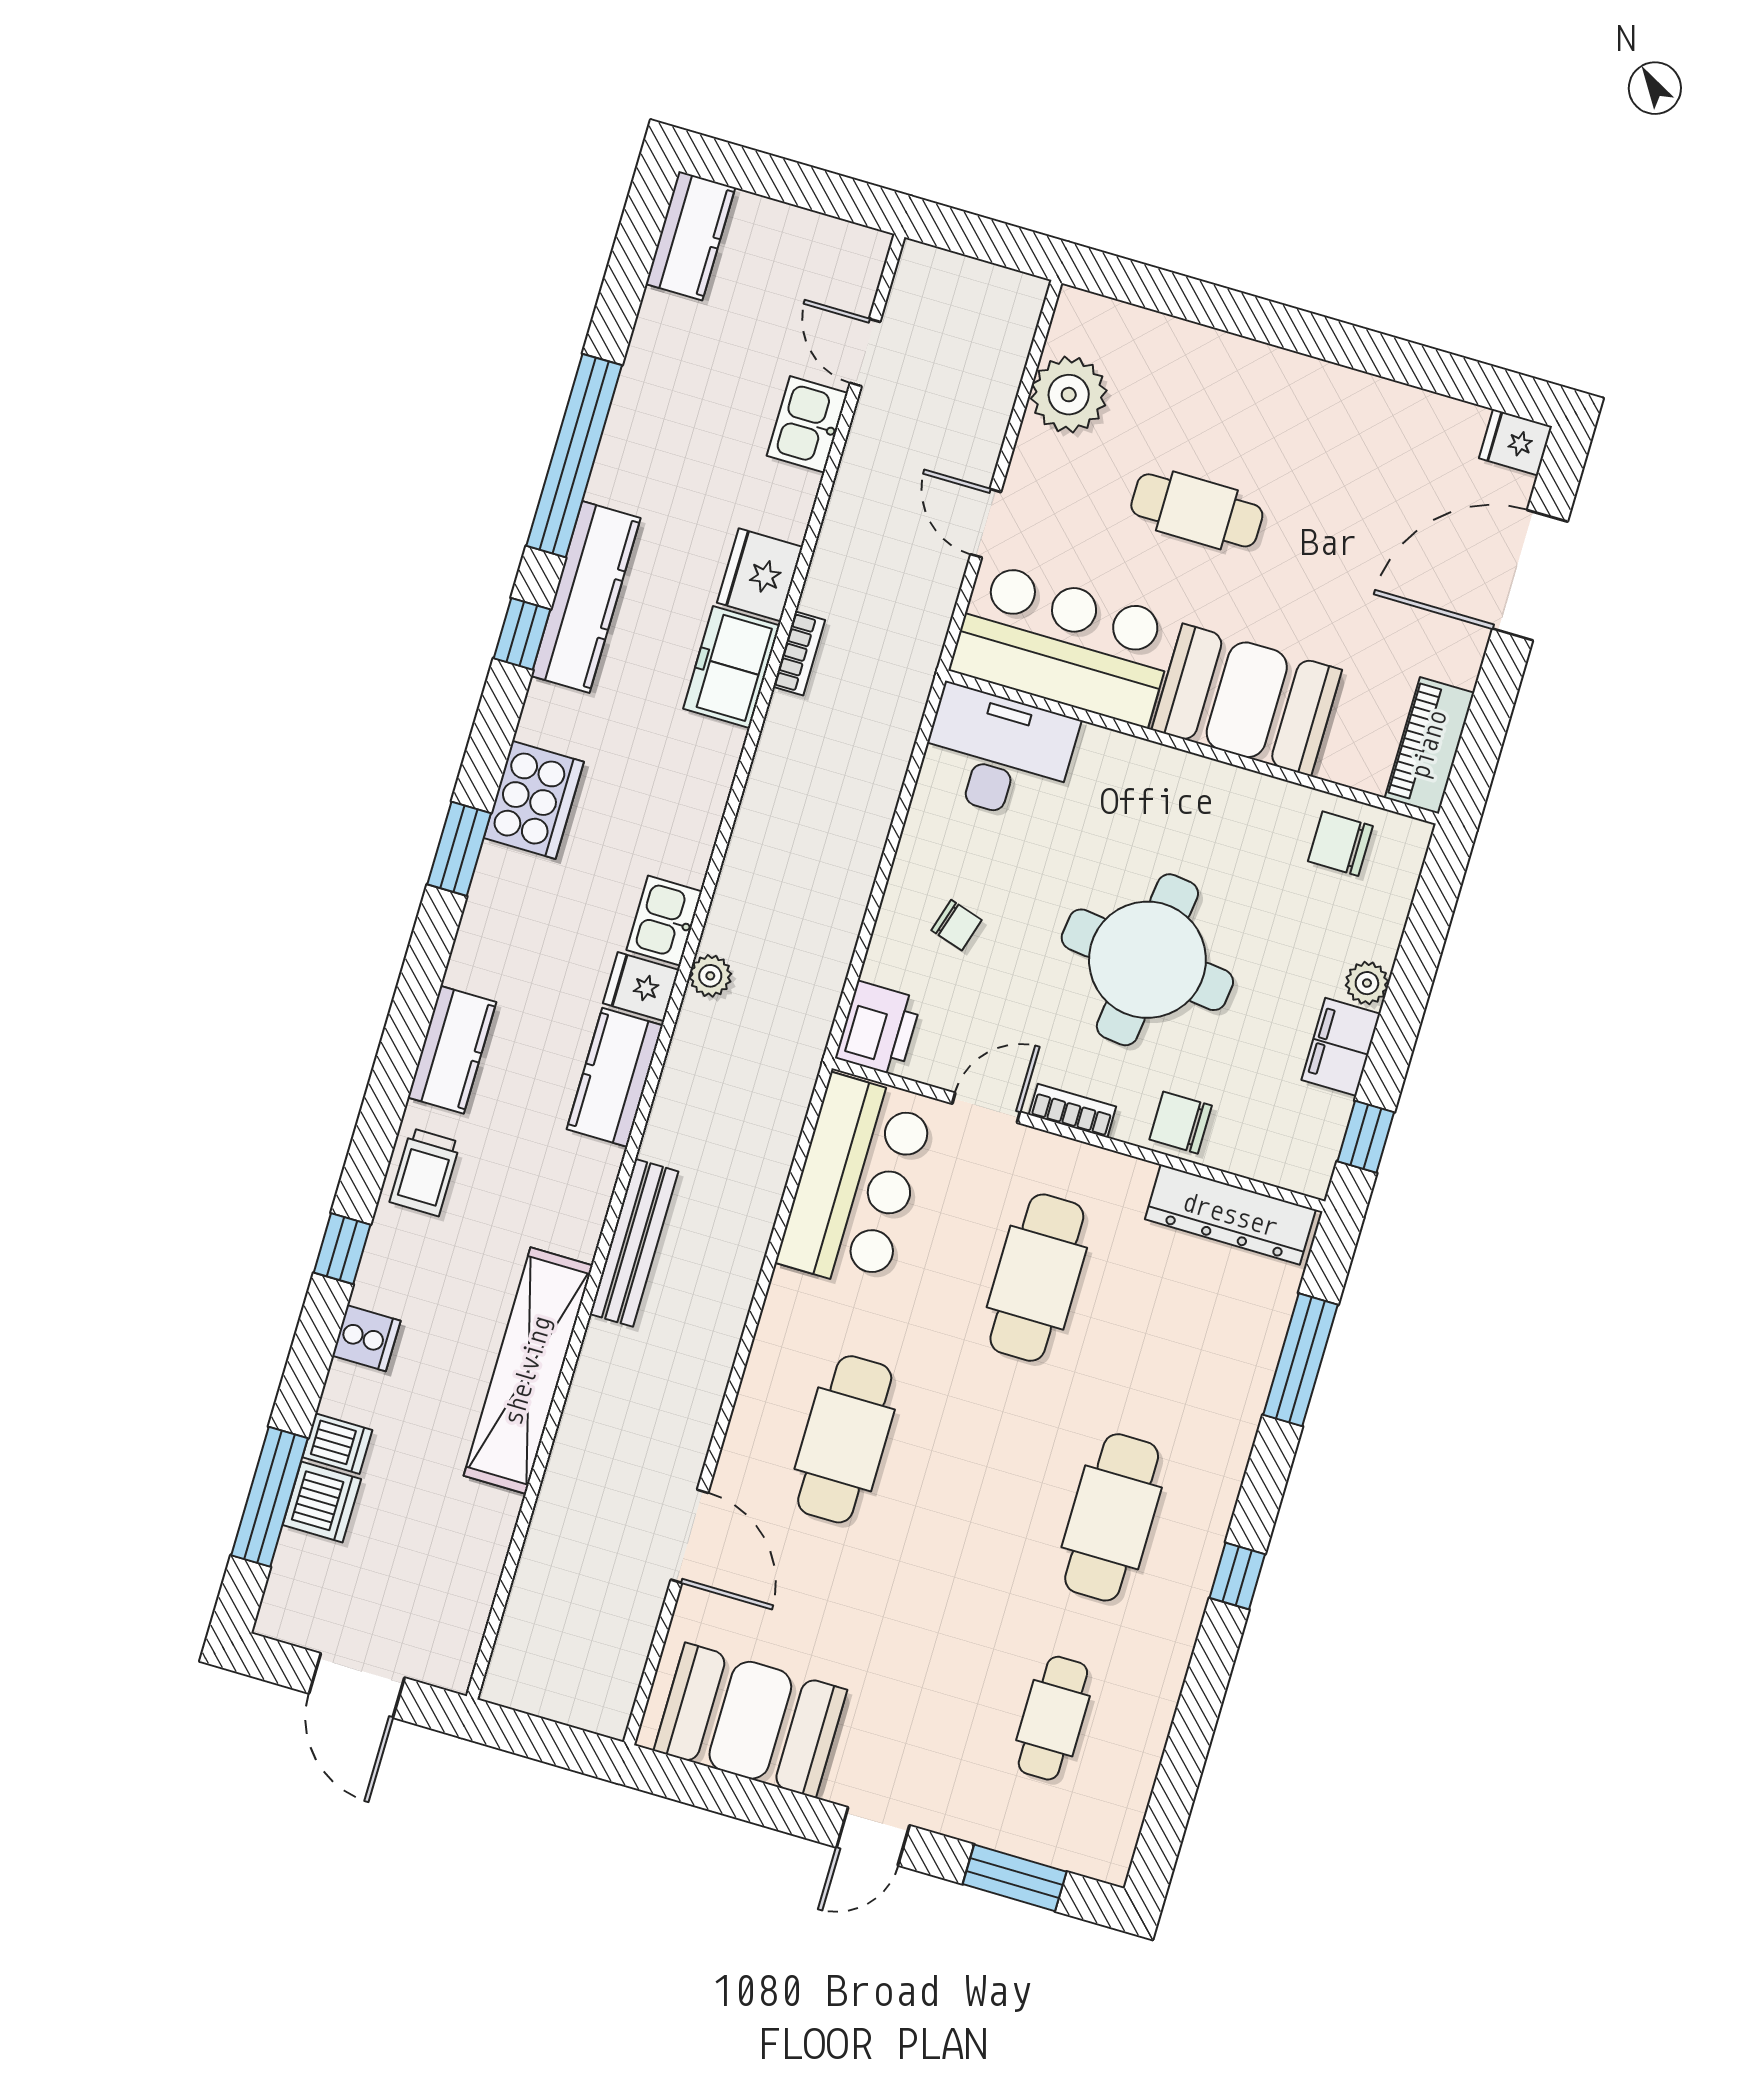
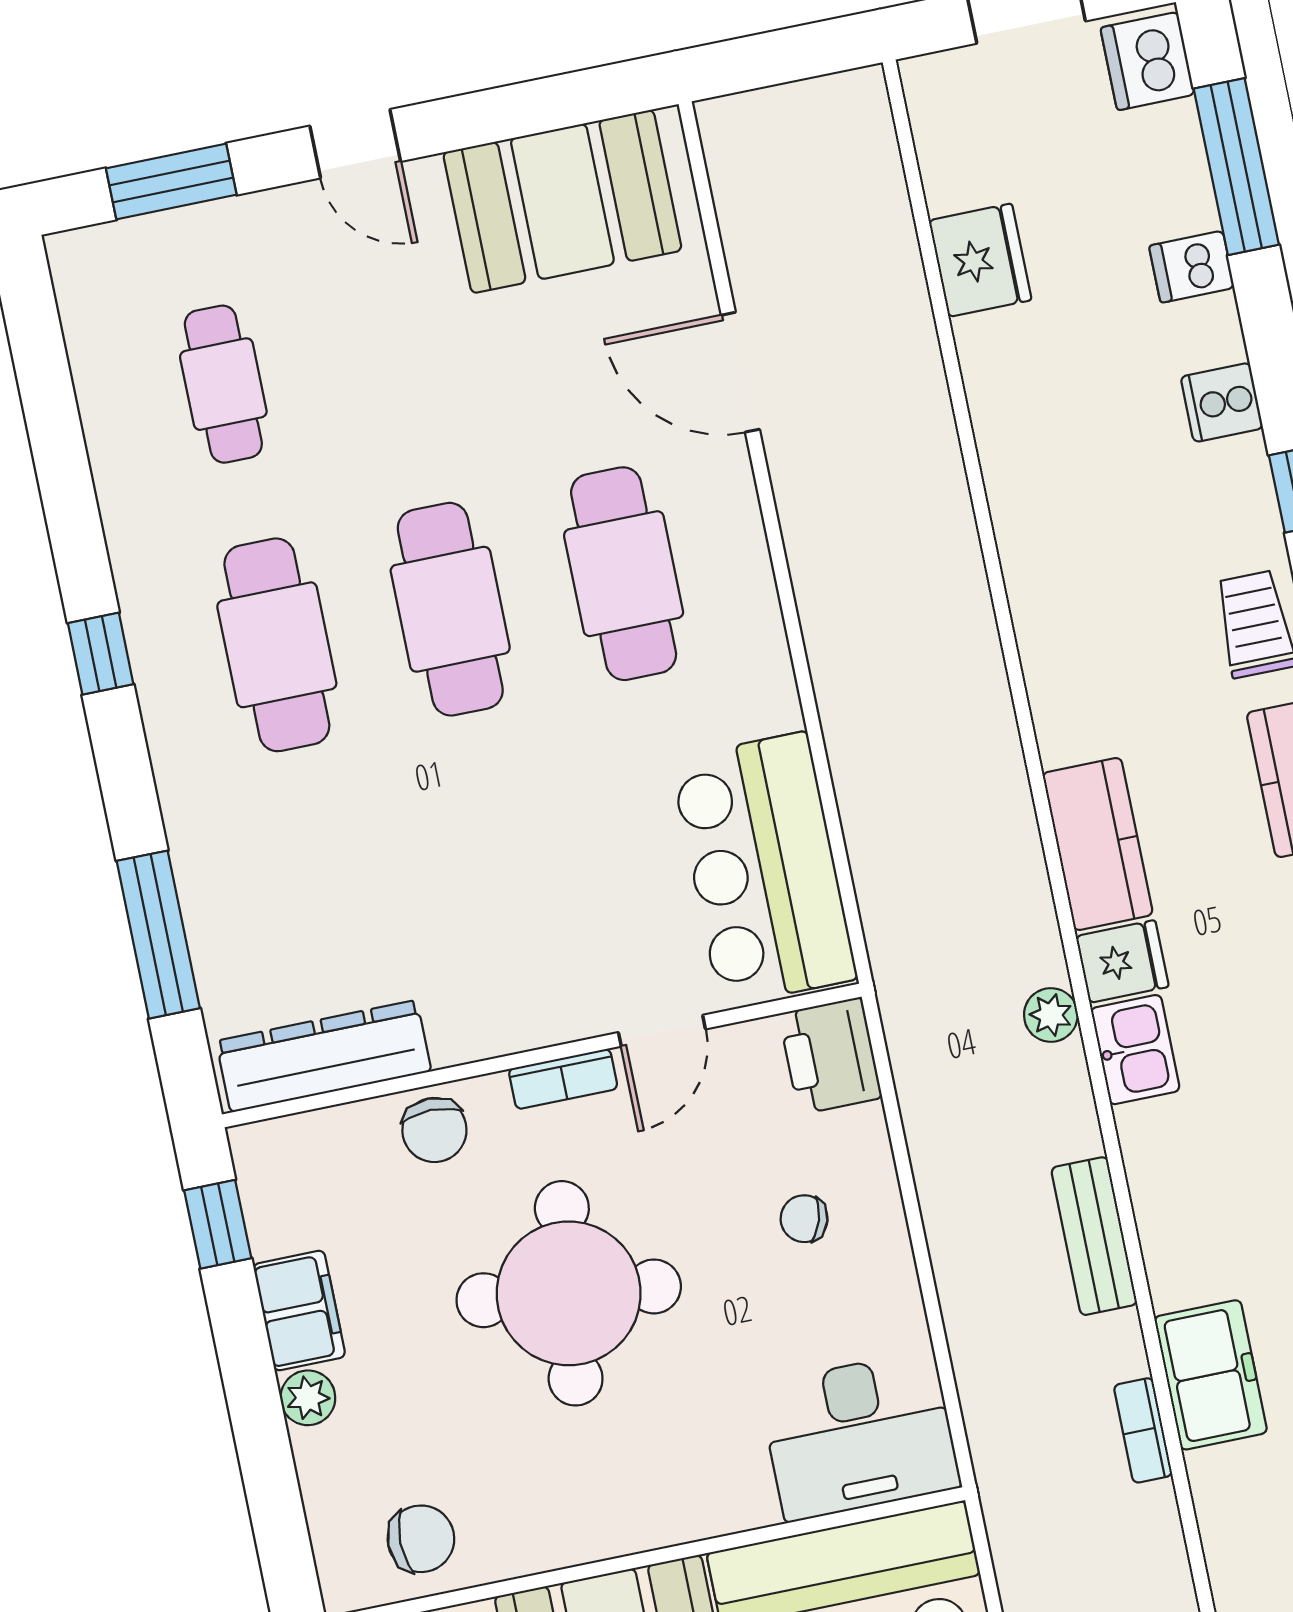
fridge: (760, 575) -> (980, 260), moved
chair: (1181, 1123) -> (434, 1130), turned 90
bench: (634, 1243) -> (1094, 1236), moved, width x0.73
cafe table: (1037, 1278) -> (450, 609), moved
shelving: (528, 1371) -> (1020, 463), removed
dishwasher: (322, 1502) -> (1148, 61), moved
door: (873, 1836) -> (355, 144), swing flipped

